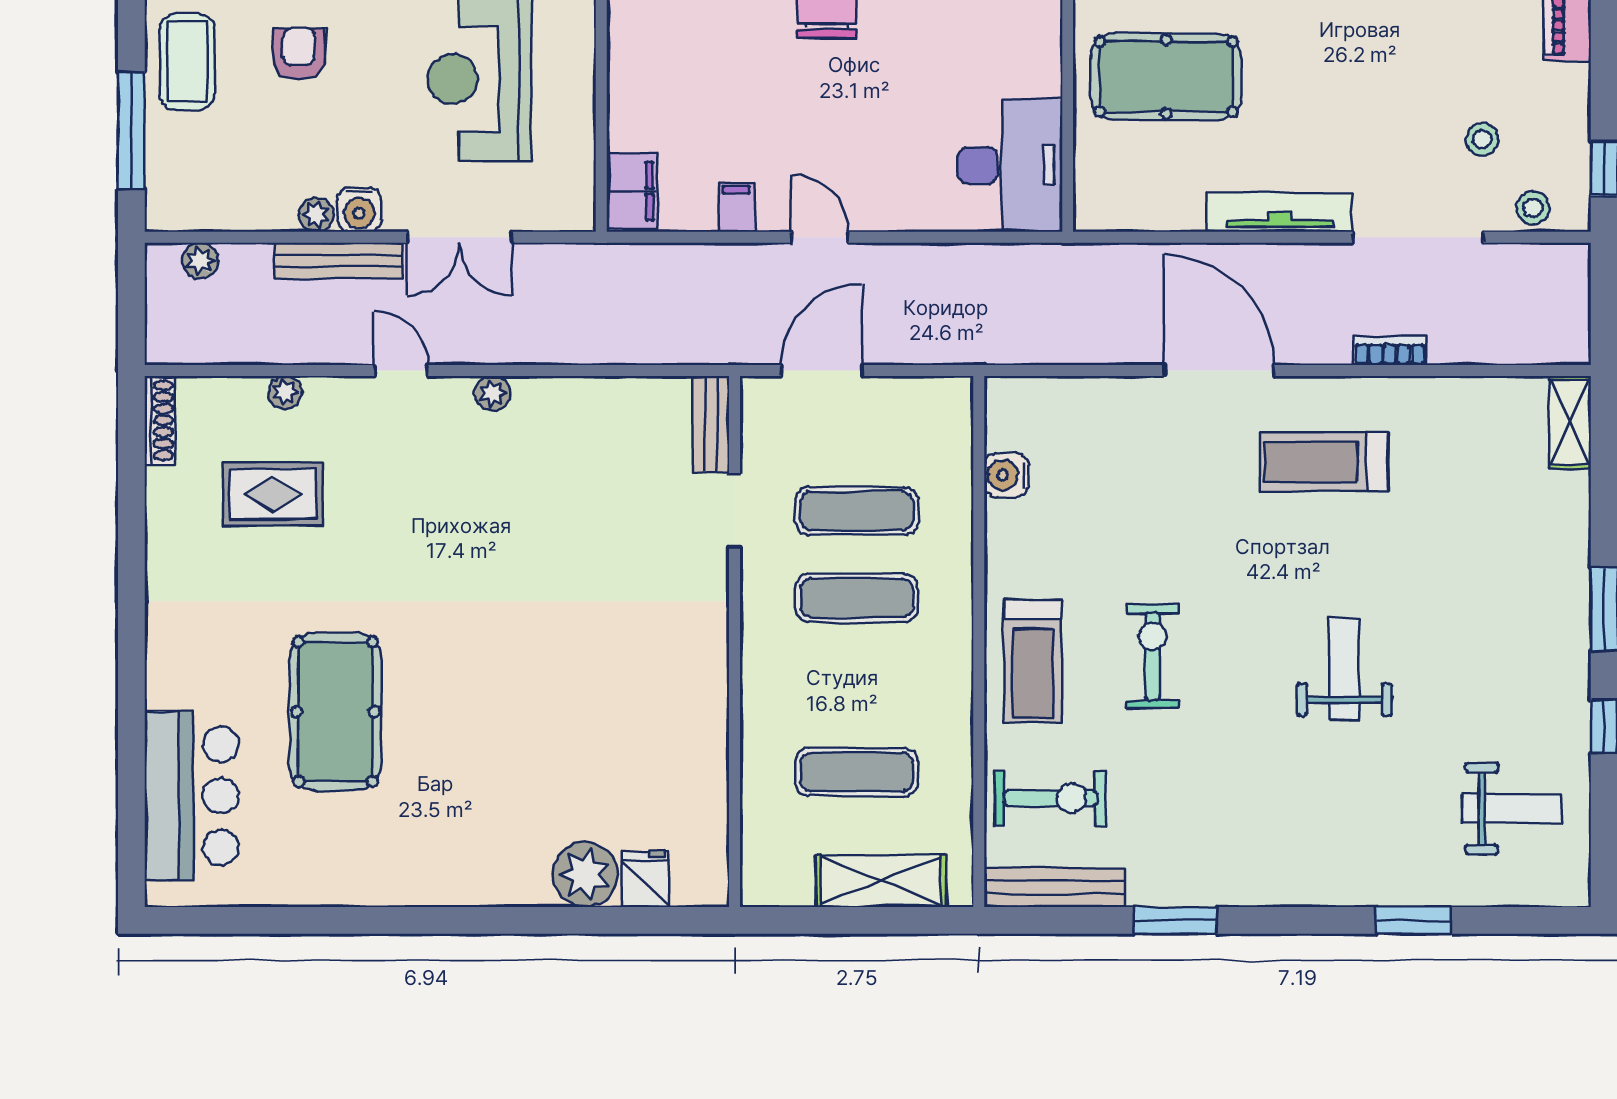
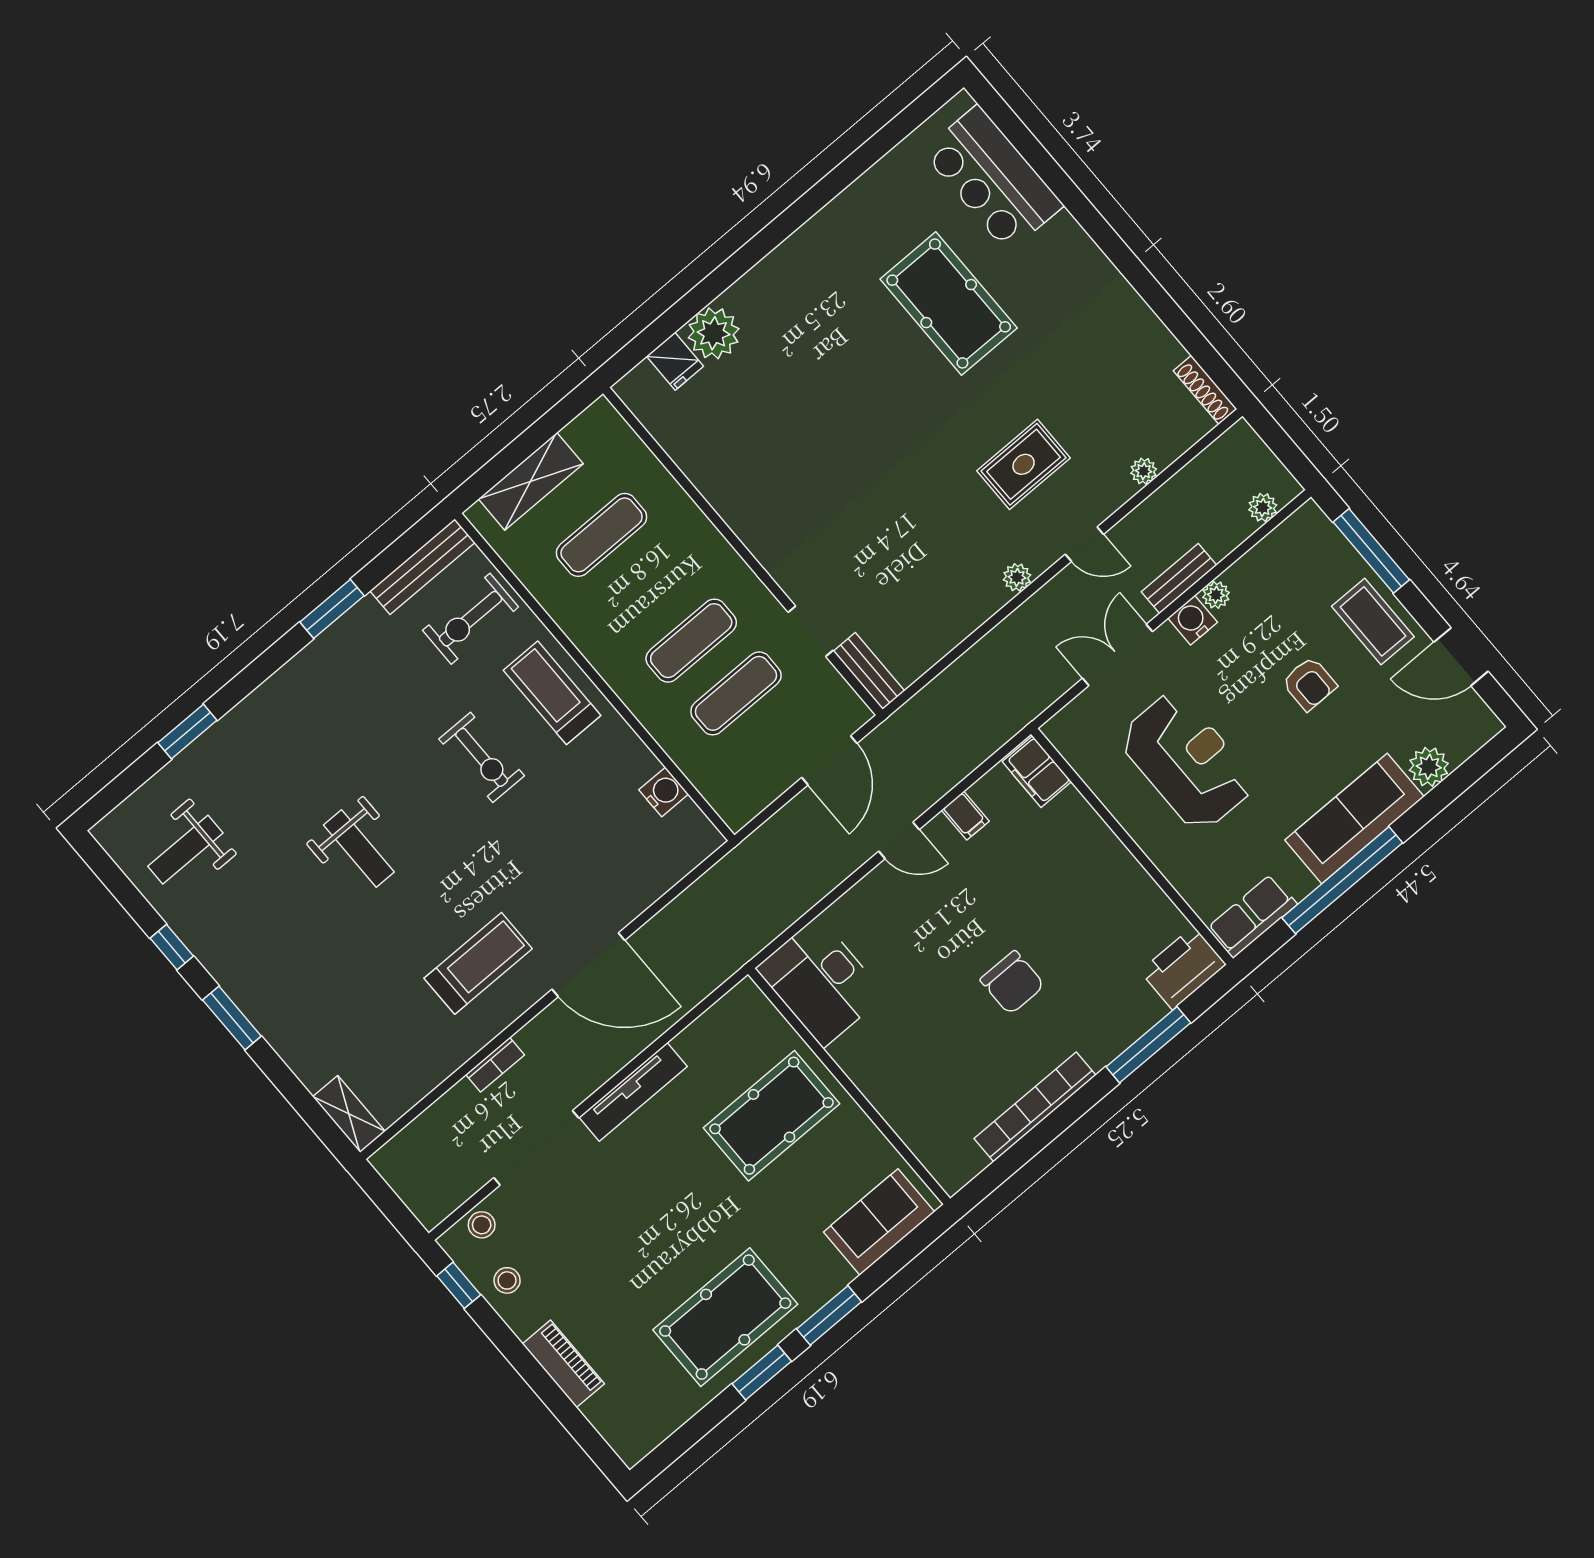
stool: (1482, 139) -> (507, 1280), moved
bench: (338, 261) -> (1179, 579), width x0.73
rug: (273, 494) -> (1024, 464), moved

